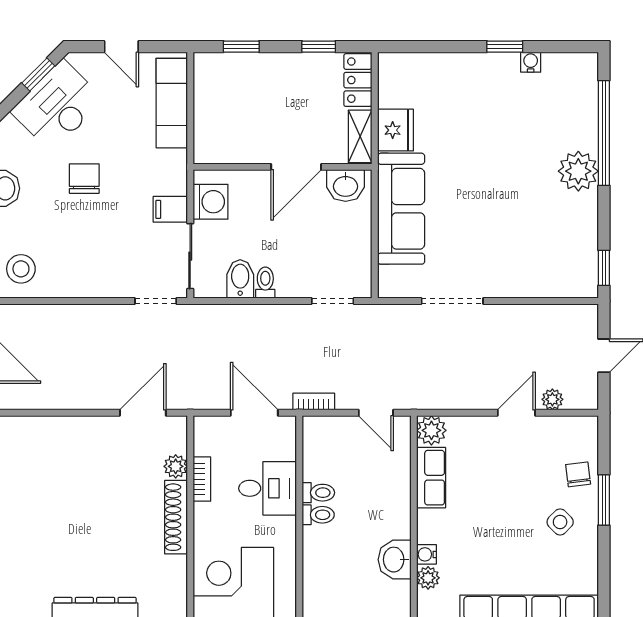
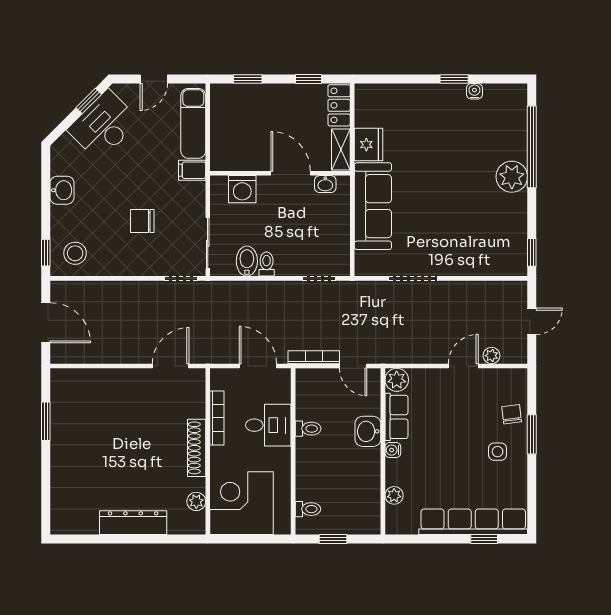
door: (121, 47) -> (154, 79), hinge flipped
door: (296, 167) -> (291, 173), swing flipped
chair: (84, 179) -> (142, 221), moved, turned -90
washbasin: (346, 186) -> (325, 184), width x0.72, depth x0.69
washing machine: (210, 202) -> (242, 189), moved, turned 90
filing cabinet: (170, 209) -> (192, 170), moved
bookcase: (314, 402) -> (314, 357), width x1.56
plant: (176, 466) -> (196, 501), moved
bookcase: (202, 479) -> (217, 418), width x1.56
toilet: (318, 515) -> (308, 509), moved
side table: (560, 522) -> (498, 452), turned 45
water cooler: (426, 554) -> (393, 450), moved
washbasin: (395, 560) -> (368, 431), moved

